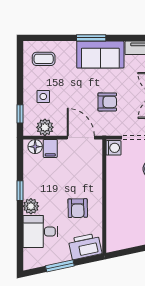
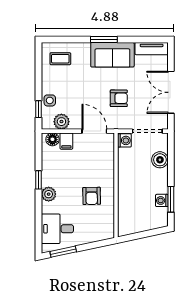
side table: (43, 96) -> (50, 100), moved
desk: (40, 232) -> (57, 229), moved
printer: (85, 246) -> (98, 231), removed
window: (60, 266) -> (63, 252), moved

